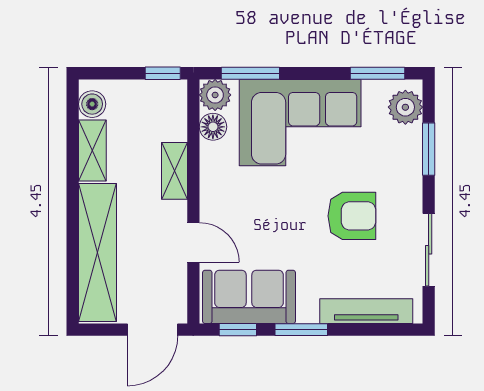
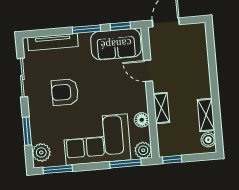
floor lamp: (213, 127) -> (142, 120), moved
shelving: (97, 252) -> (199, 61), removed

